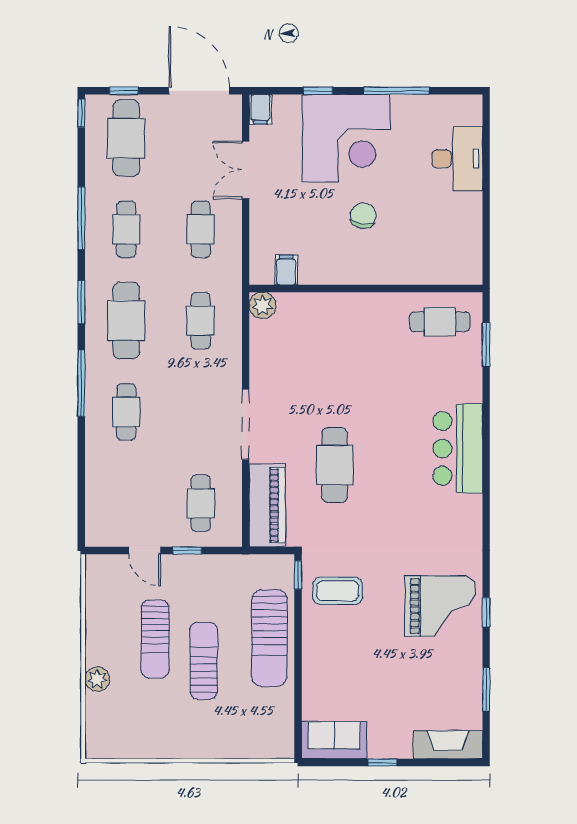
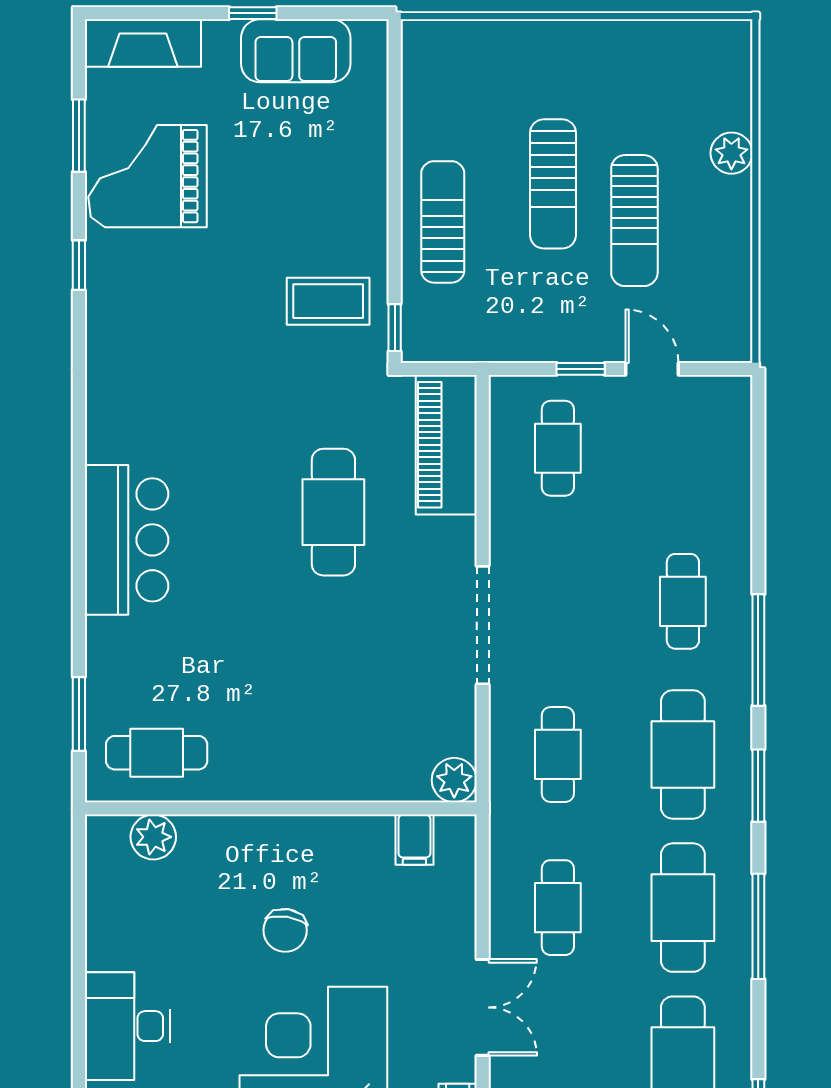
cafe table: (126, 229) -> (683, 908), width x1.37, depth x1.35
plant: (442, 271) -> (153, 837), added
doorway: (246, 424) -> (483, 625), moved
grand piano: (440, 606) -> (148, 176), moved
sun lounger: (269, 638) -> (443, 222), width x0.73, depth x0.75
sun lounger: (155, 639) -> (634, 221), turned 180
sofa: (334, 740) -> (296, 51), moved

